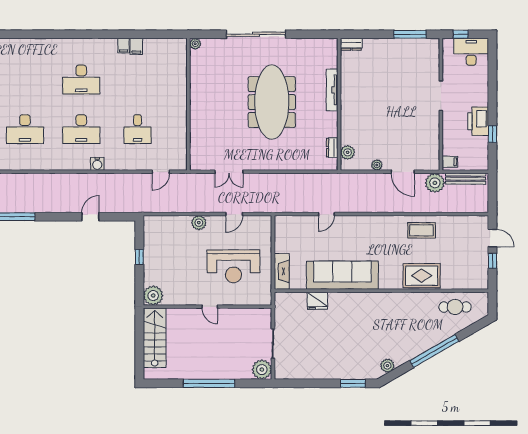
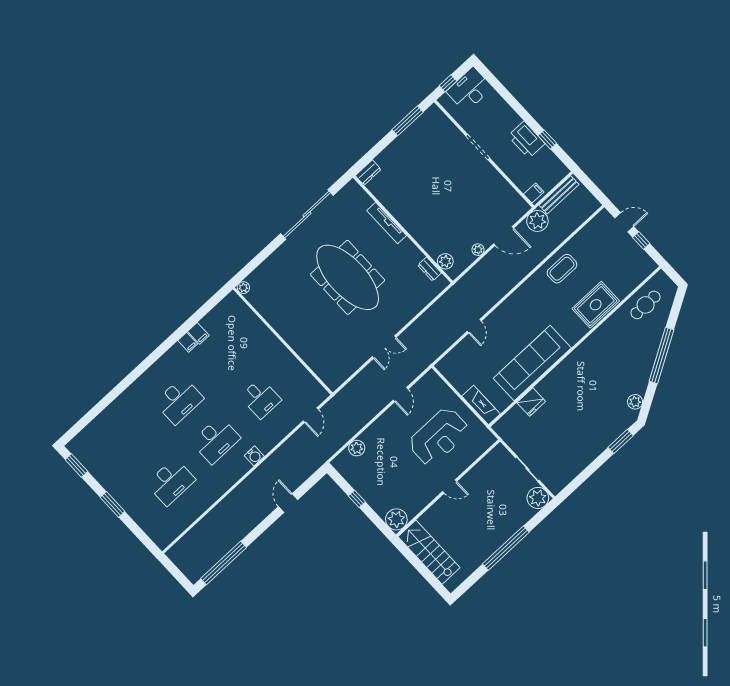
sliding door: (256, 34) -> (307, 214), moved
double door: (229, 172) -> (384, 347), moved
plant: (199, 223) -> (357, 448), moved

